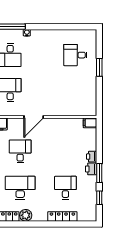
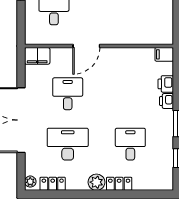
printer: (91, 169) -> (166, 84), moved
plant: (26, 215) -> (96, 182), moved
locker: (62, 216) -> (119, 184), width x0.66

